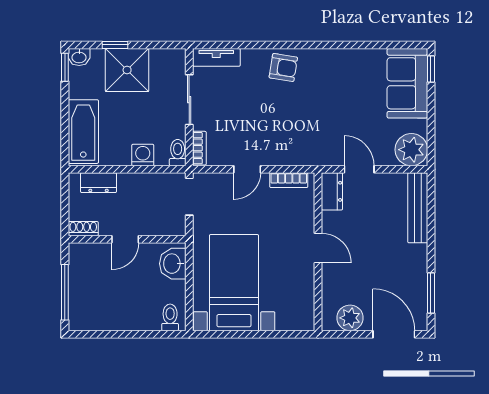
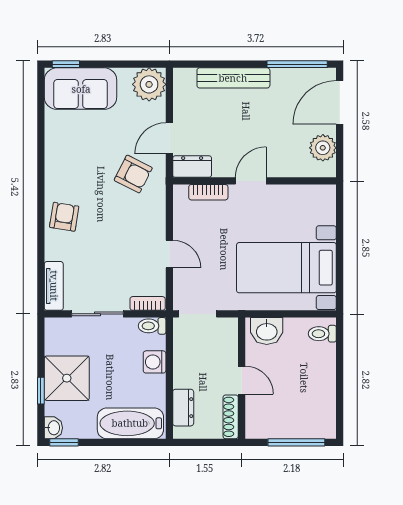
armchair: (325, 134) -> (133, 174), added
bookcase: (289, 180) -> (208, 192), moved, turned 90
bench: (418, 208) -> (233, 78), moved
shoe rack: (83, 229) -> (231, 417), width x1.43
window: (431, 293) -> (297, 64), width x1.44

